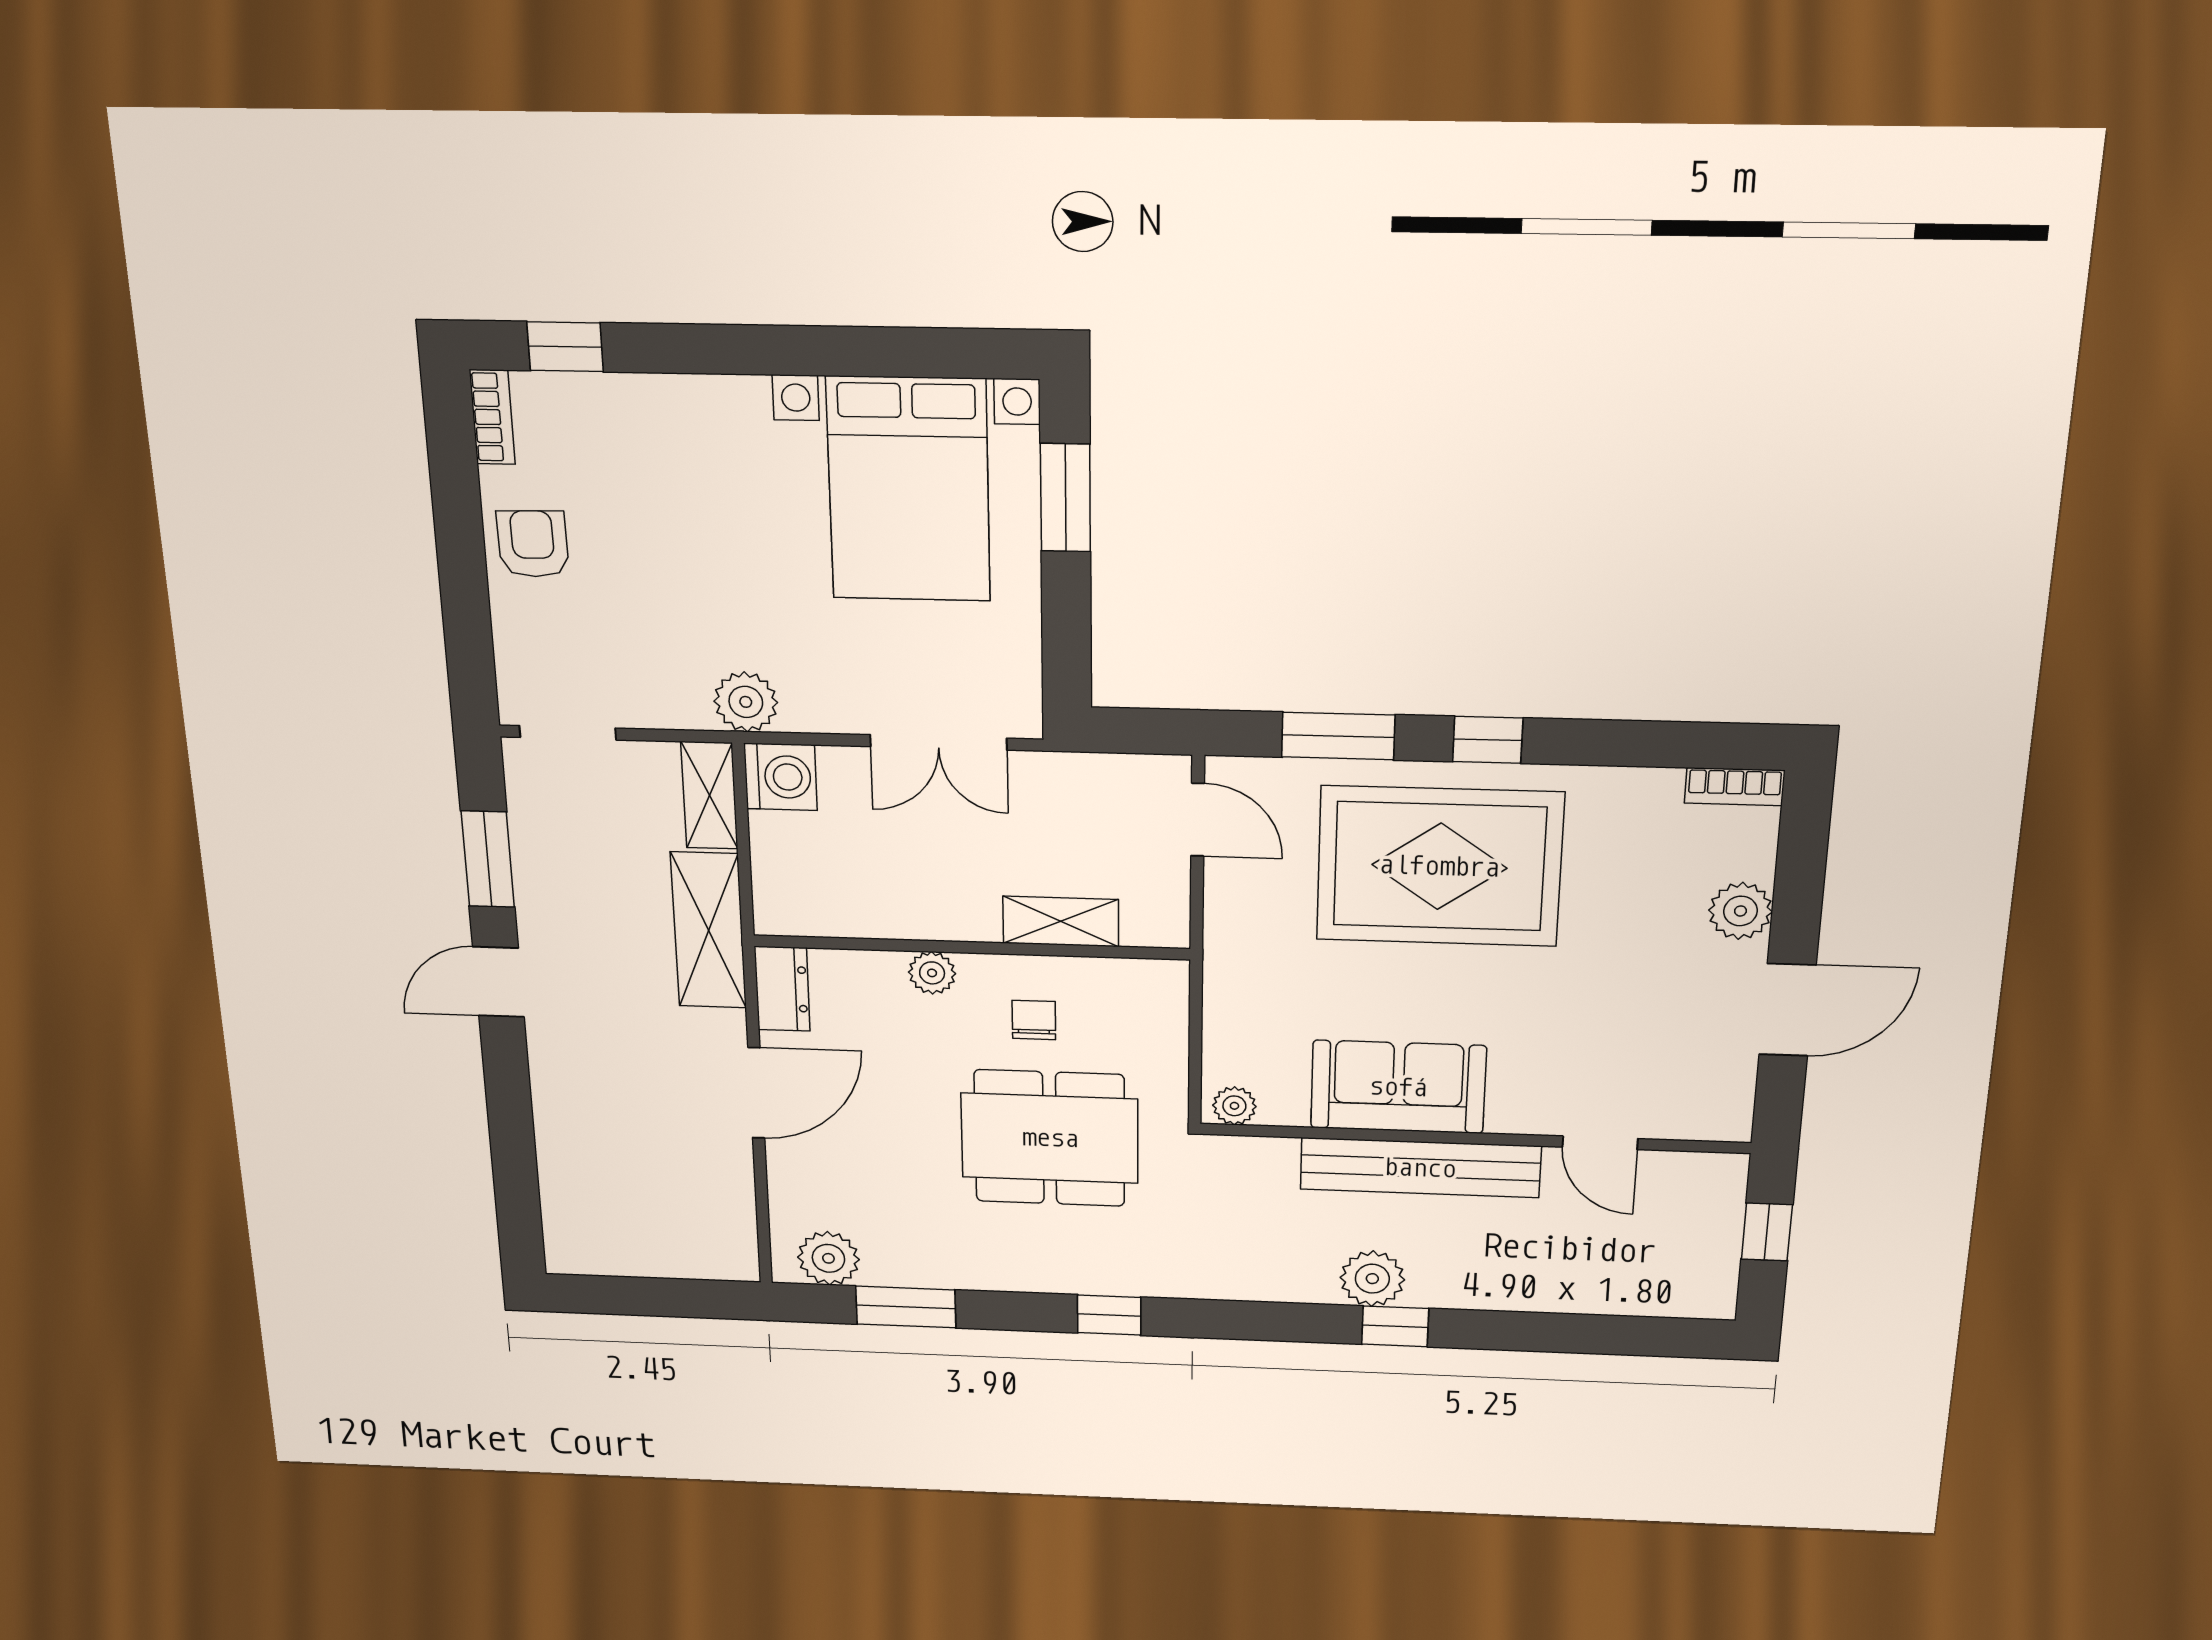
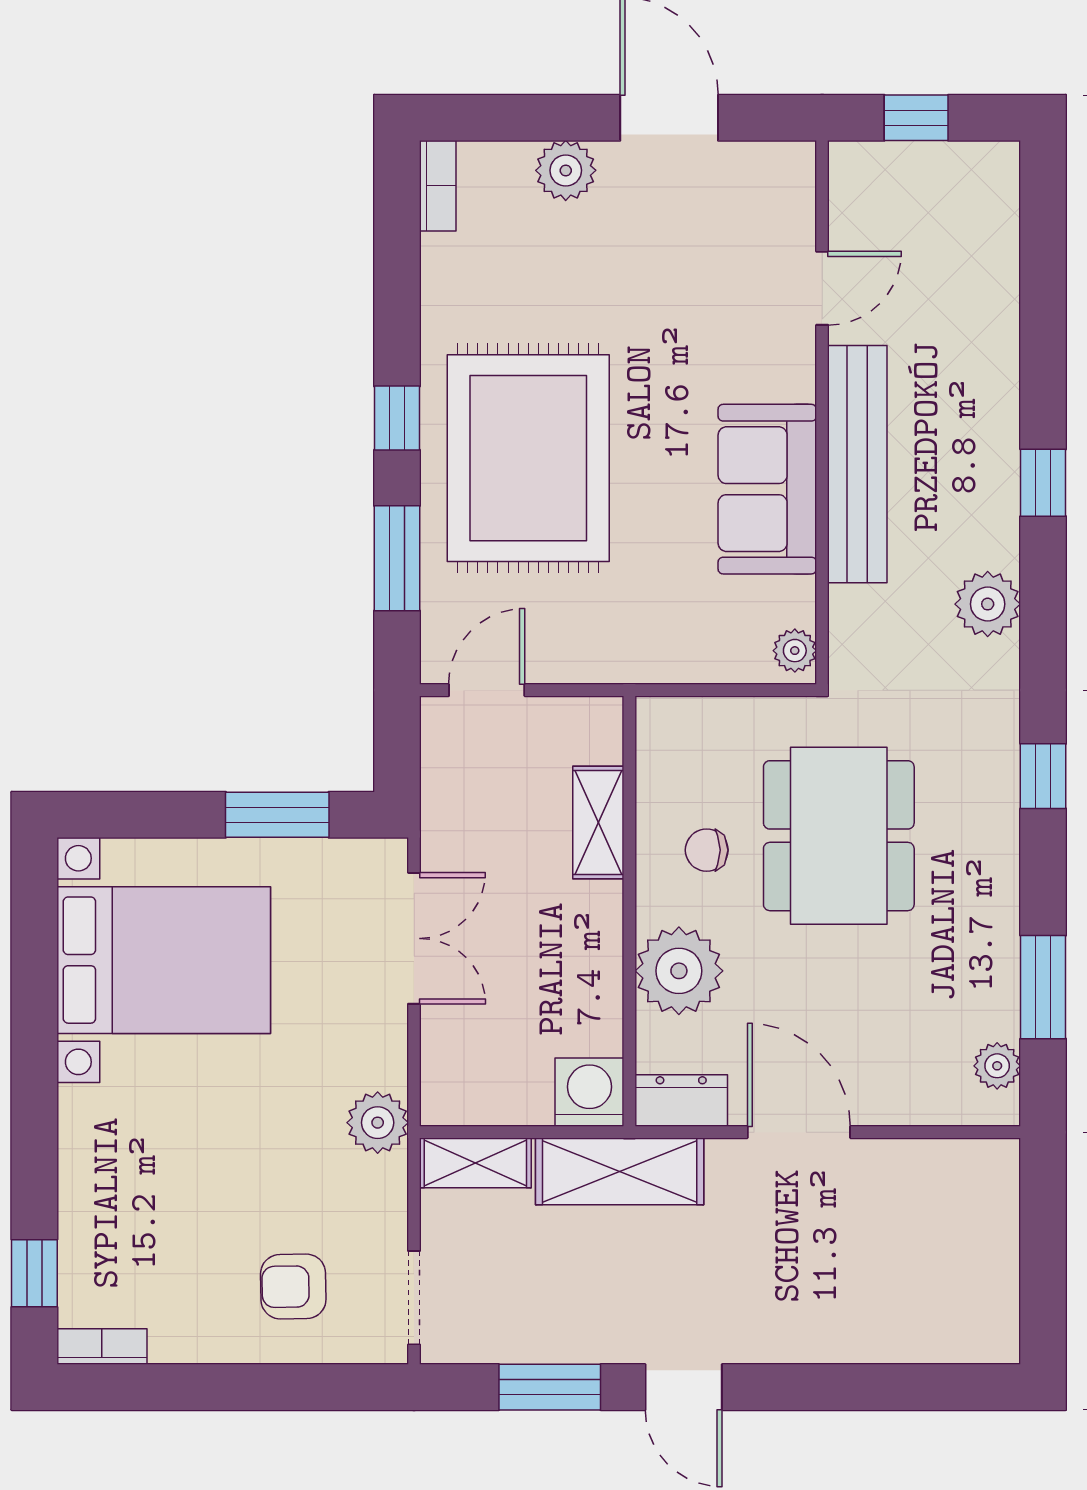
window: (1065, 498) -> (277, 815), moved
armchair: (533, 544) -> (293, 1287), moved
washing machine: (781, 777) -> (589, 1092), moved
plant: (932, 973) -> (679, 971), width x1.88, depth x1.88
plant: (828, 1258) -> (997, 1066), width x0.73, depth x0.73
plant: (1372, 1279) -> (988, 604), moved

